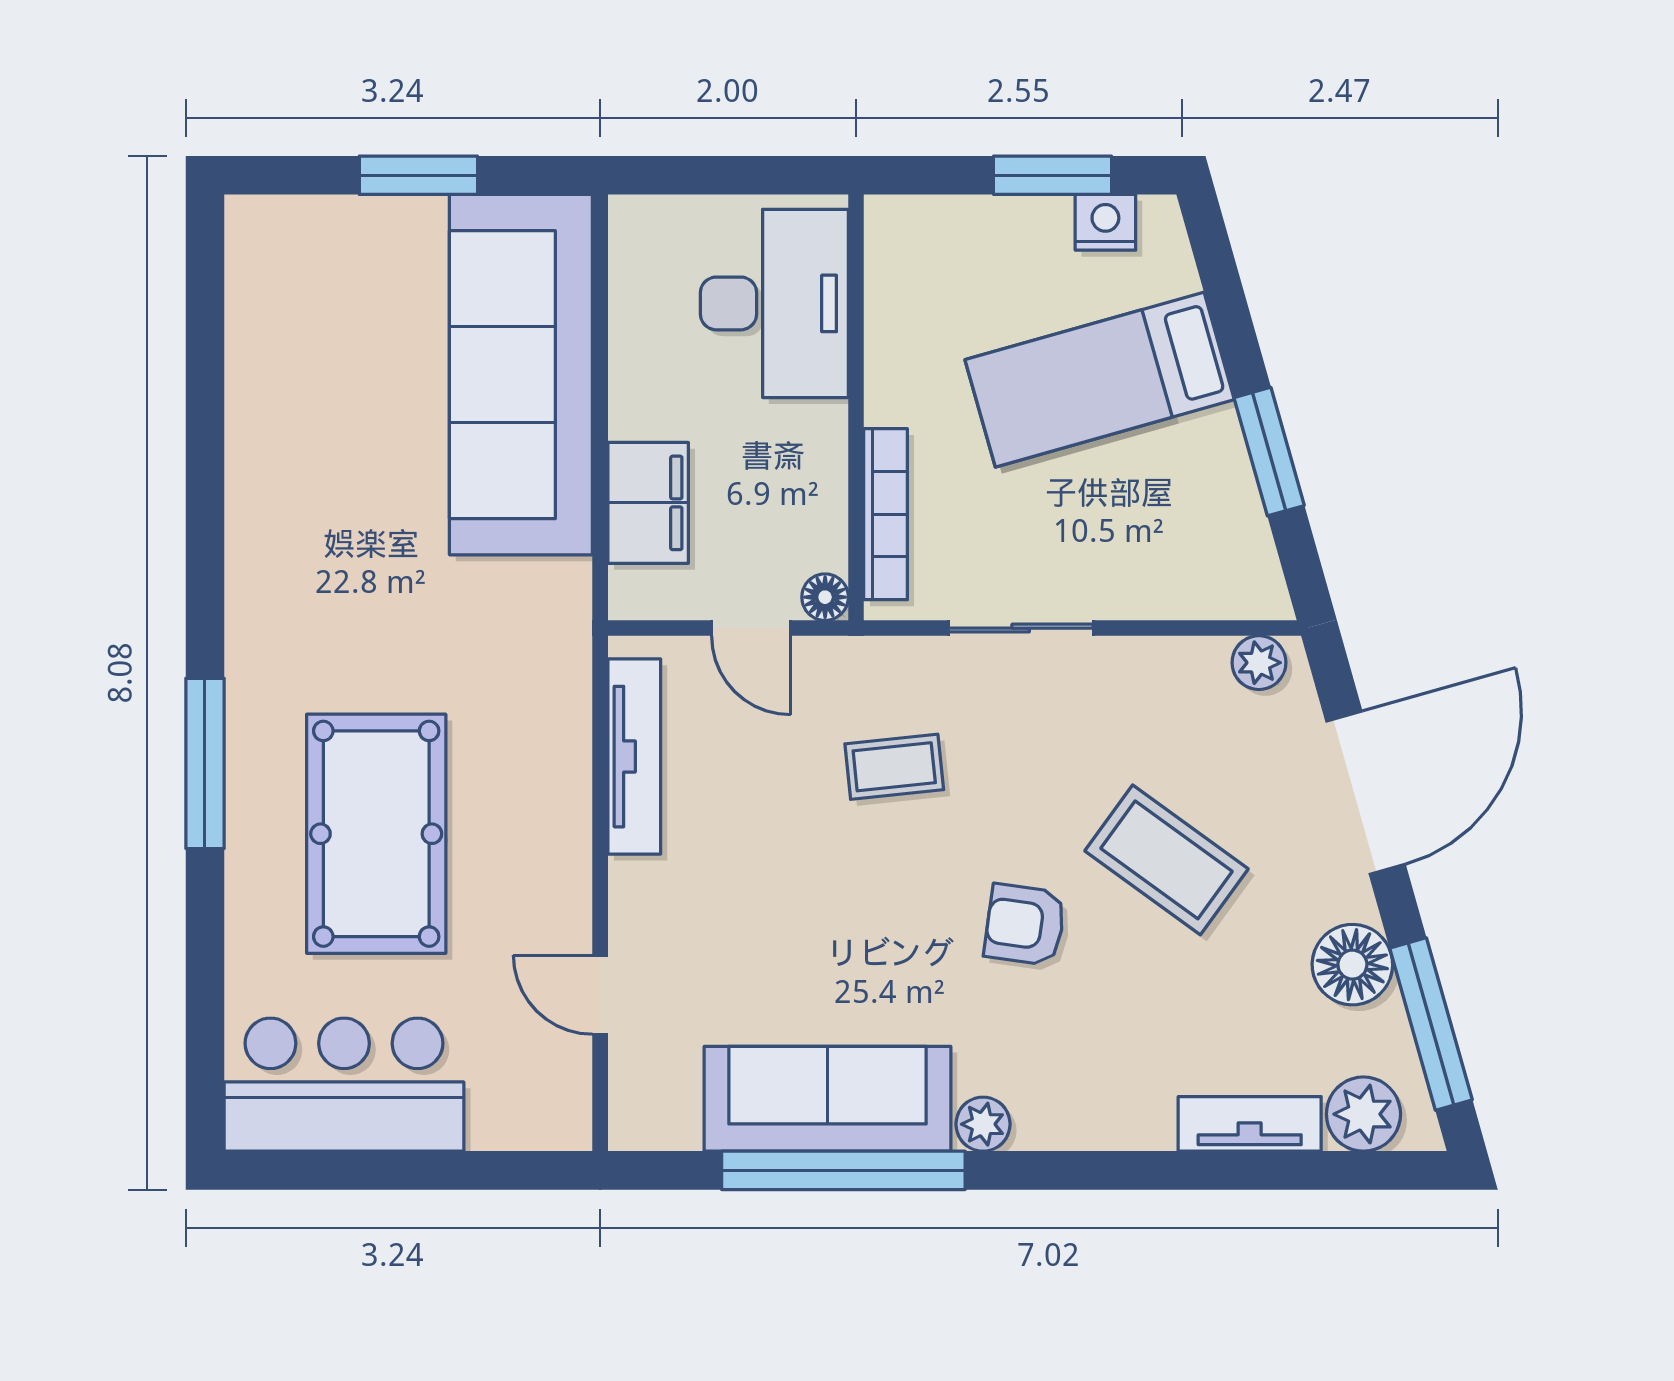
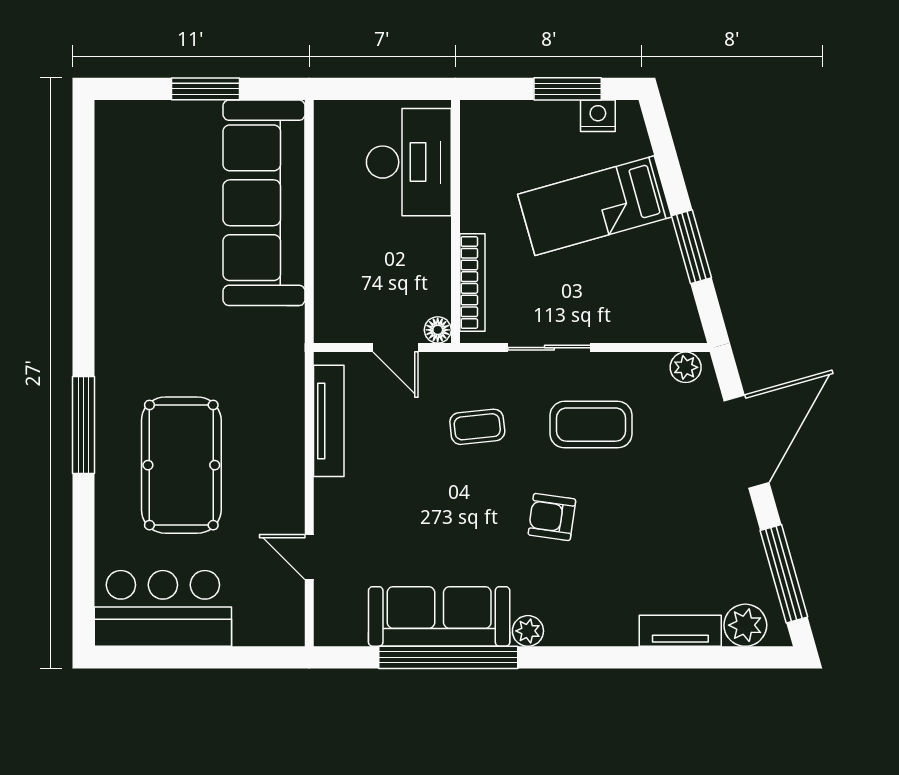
filing cabinet: (648, 503) -> (337, 276), removed
coffee table: (1167, 860) -> (591, 425), moved, turned -36
floor lamp: (1352, 965) -> (739, 540), removed

